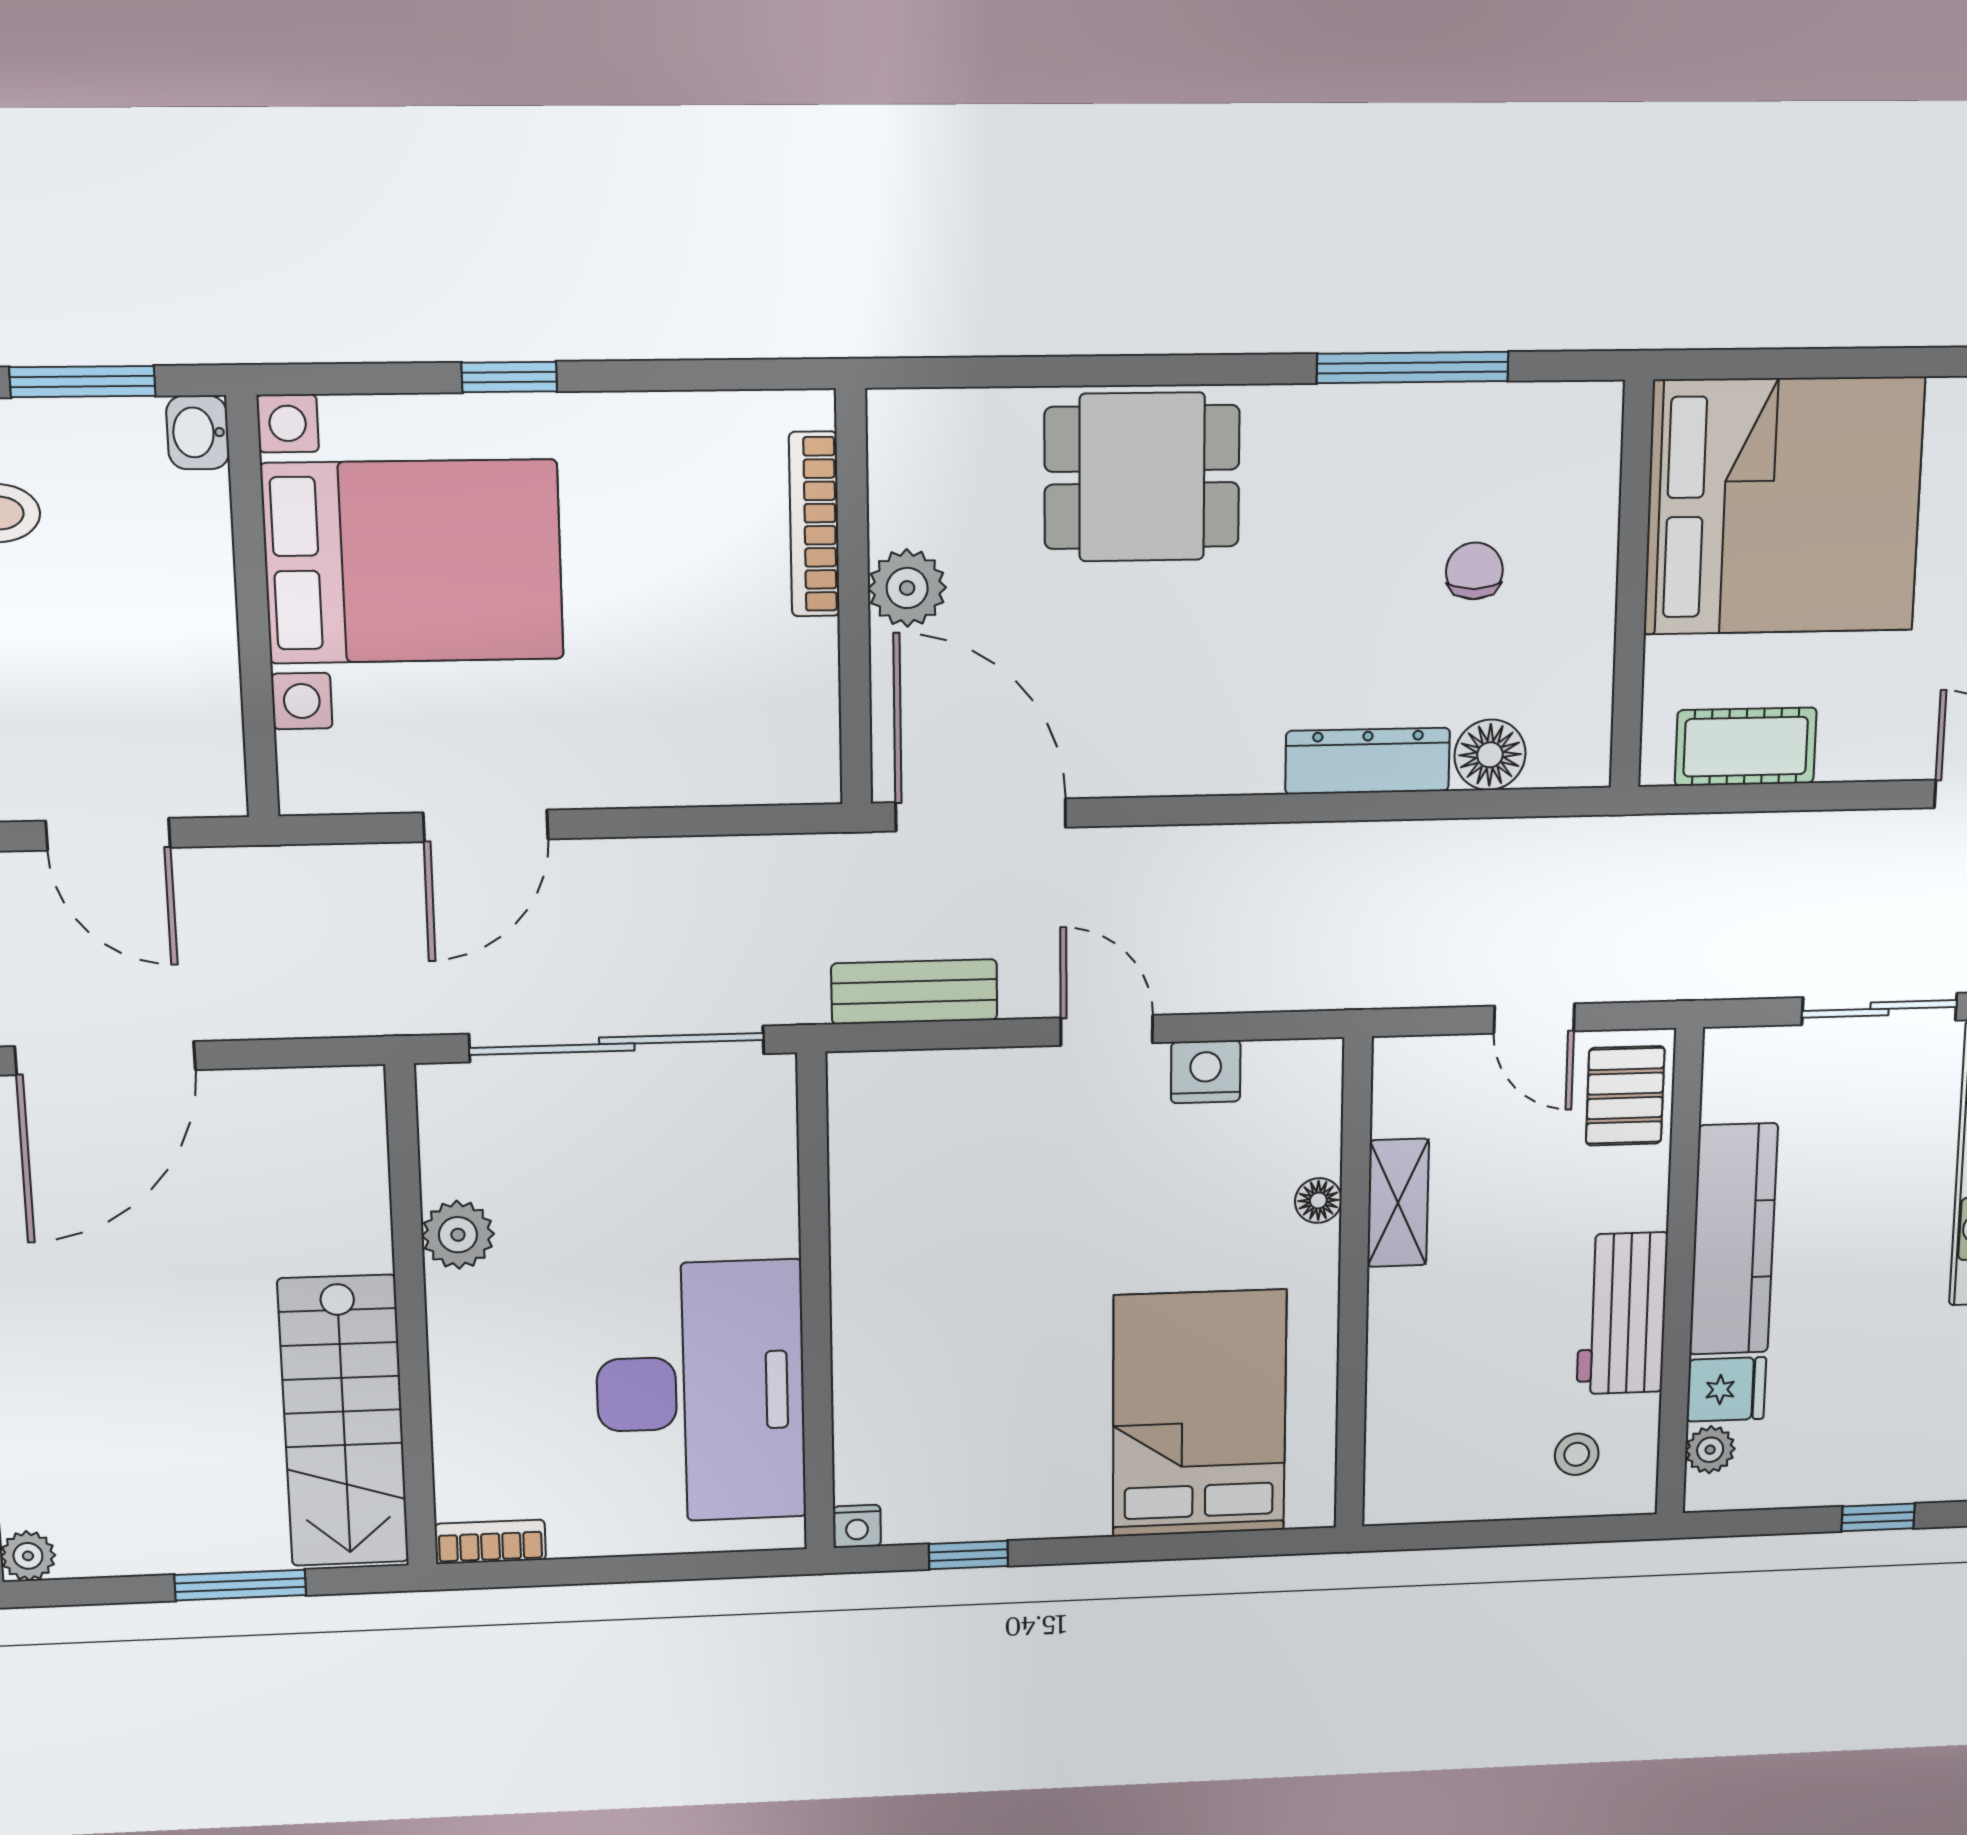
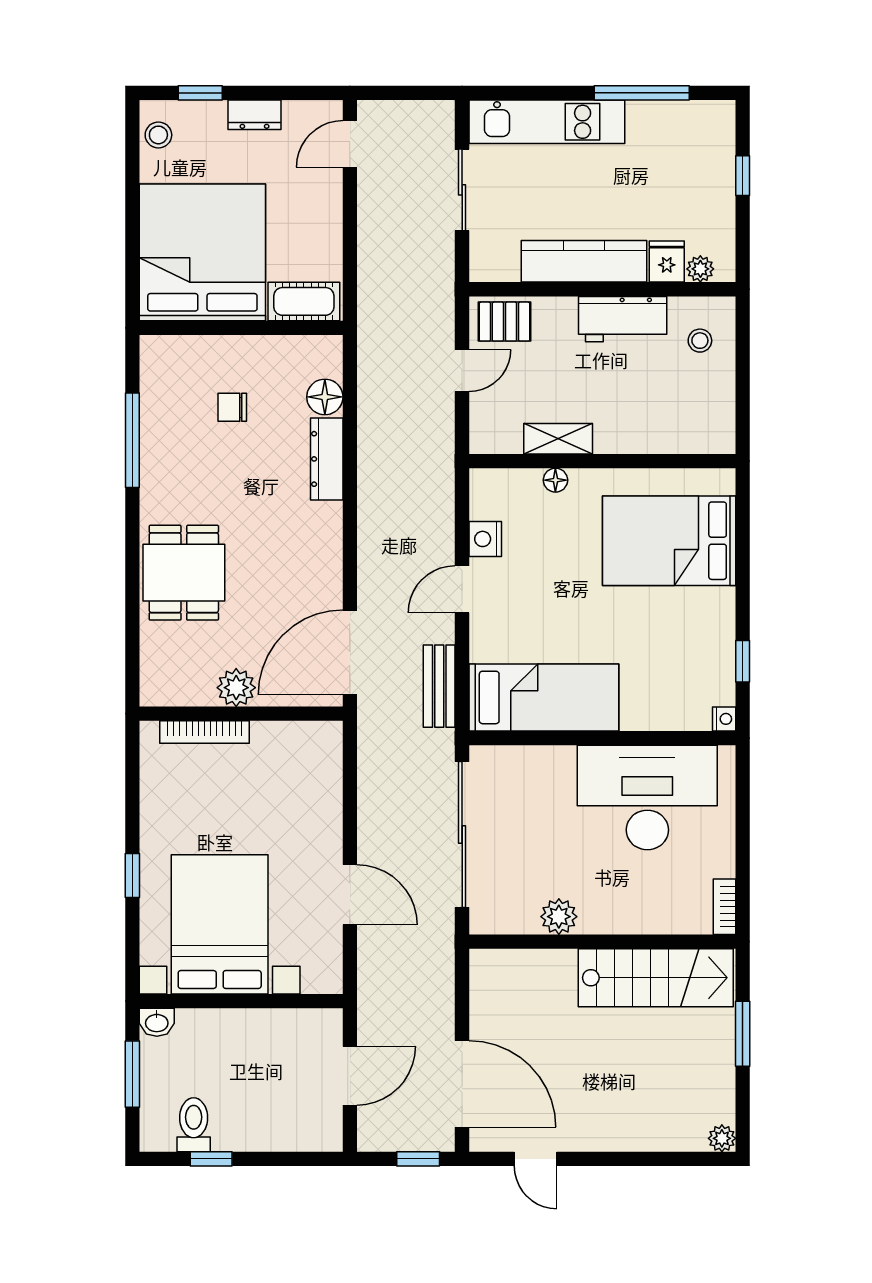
cot: (1746, 747) -> (304, 301), moved, turned 90
bed: (894, 1192) -> (544, 697), added

